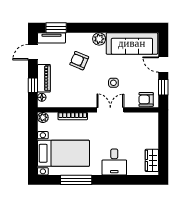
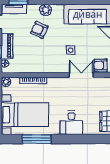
plant: (99, 39) -> (45, 10), moved
double door: (110, 110) -> (81, 75), moved

